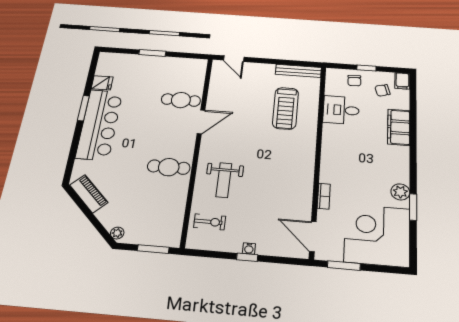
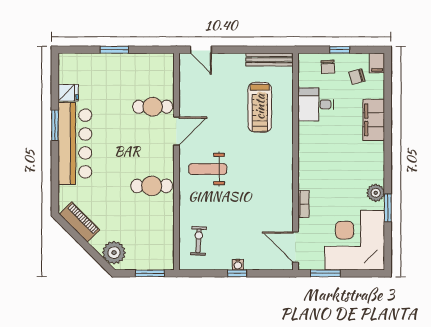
weight bench: (224, 180) -> (208, 169), moved, turned 90
exercise bike: (210, 222) -> (198, 241), turned -87
plant: (117, 233) -> (114, 253), width x1.88, depth x1.88

